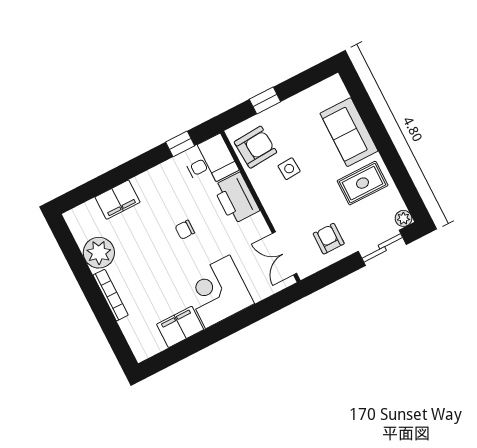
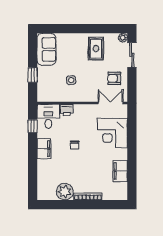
sofa: (349, 132) -> (46, 49), moved, turned -90
armchair: (255, 147) -> (53, 91), removed
printer: (236, 198) -> (67, 110), width x0.53, depth x0.68
filing cabinet: (118, 200) -> (44, 149), moved
double door: (284, 253) -> (111, 103), swing flipped
corner desk: (218, 292) -> (112, 133), moved

